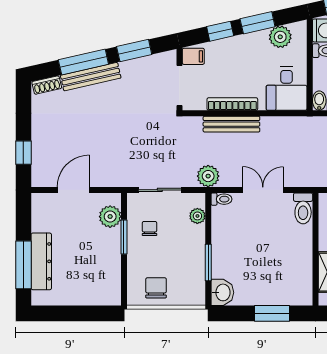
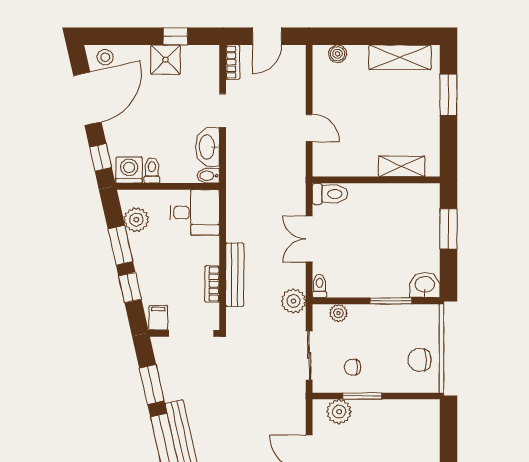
bookcase: (232, 104) -> (212, 284), width x0.64

